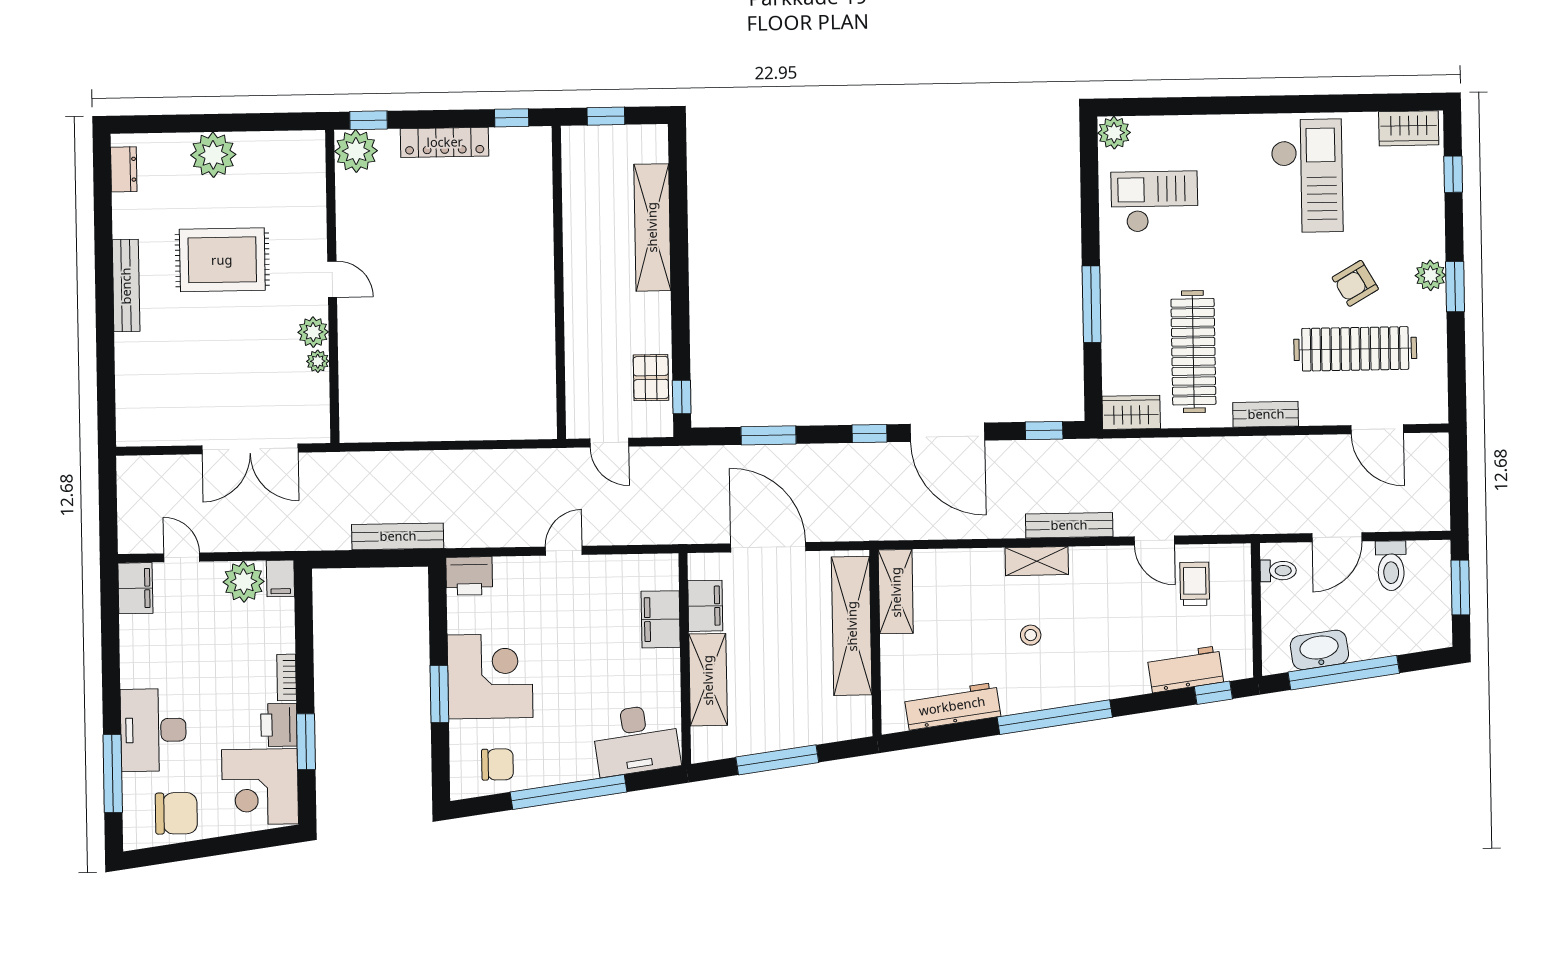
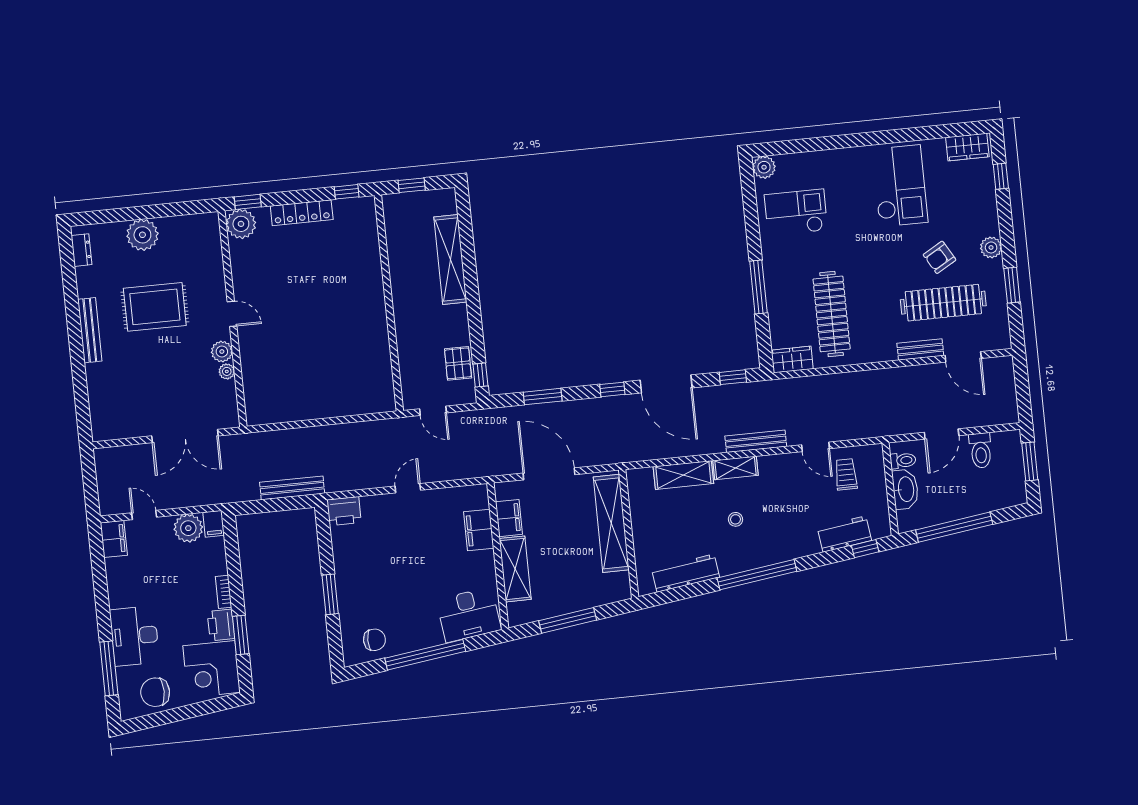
window: (1455, 287) -> (1012, 285), moved
bench: (1266, 414) -> (920, 349), moved
shelving: (896, 592) -> (683, 475), moved, turned 90
washbasin: (1319, 650) -> (905, 489), moved, turned 98
corner desk: (490, 676) -> (364, 579), removed
chair: (176, 813) -> (155, 692), turned 180

